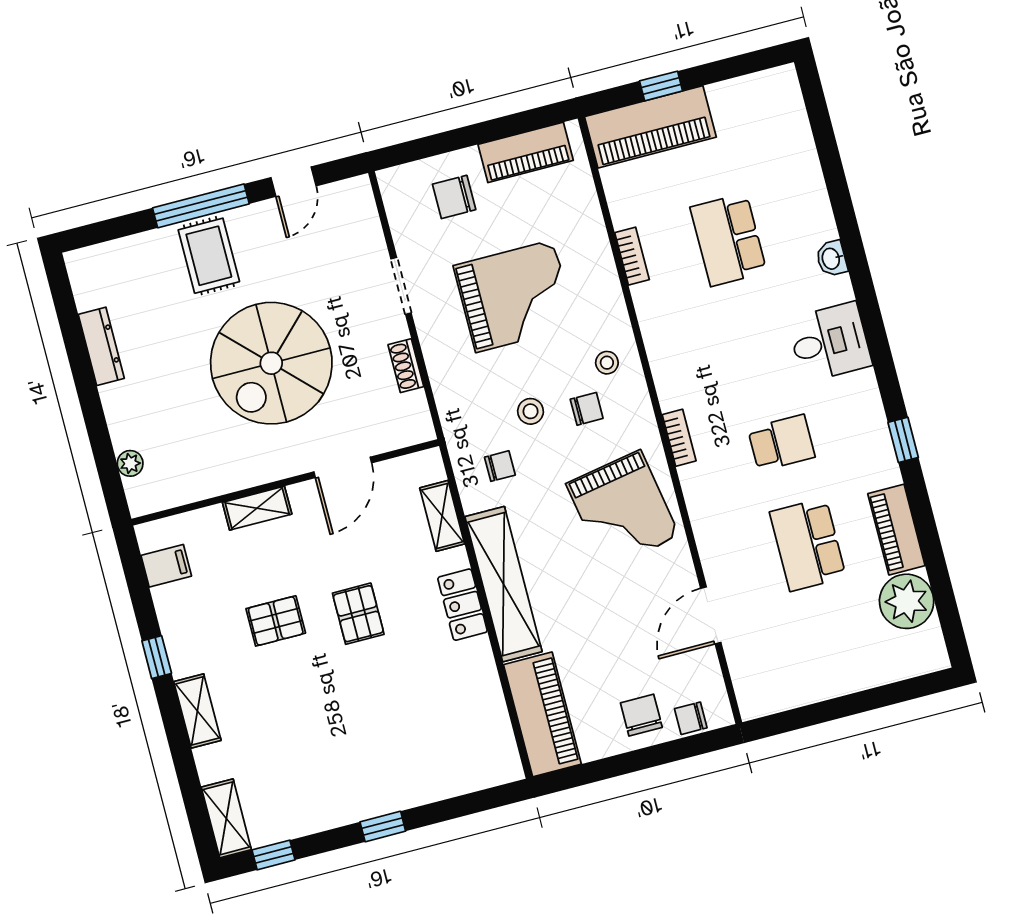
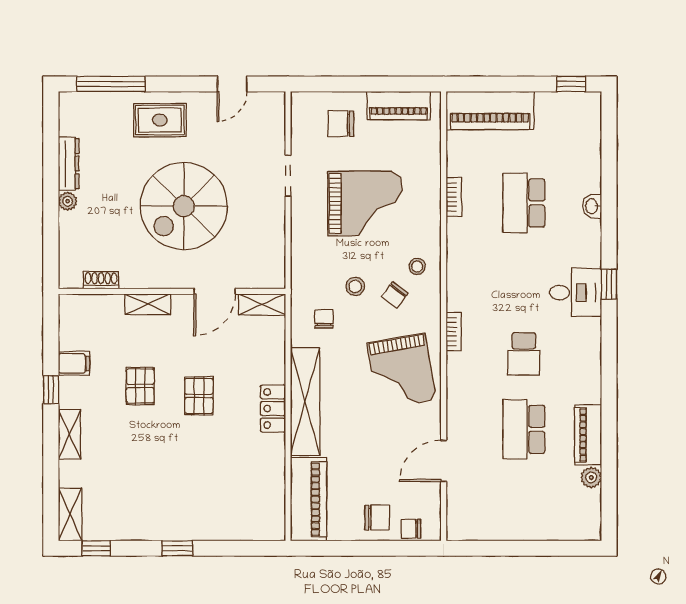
window: (661, 86) -> (571, 84), moved
window: (201, 206) -> (111, 84), moved
rug: (209, 256) -> (160, 120), turned 90
washbasin: (832, 258) -> (592, 206), moved
shoe rack: (406, 366) -> (101, 280), moved, turned 90
chair: (587, 409) -> (395, 295), turned 127
window: (903, 440) -> (609, 284), moved
school desk: (781, 443) -> (524, 354), turned 90
plant: (130, 463) -> (68, 201), moved
chair: (500, 466) -> (324, 319), turned -90
shelving: (442, 516) -> (262, 304), moved, turned 90
filing cabinet: (166, 566) -> (74, 363), moved
plant: (907, 601) -> (591, 477), width x0.53, depth x0.53
pallet: (276, 621) -> (140, 386), turned 90
chair: (641, 715) -> (377, 518), turned 90

